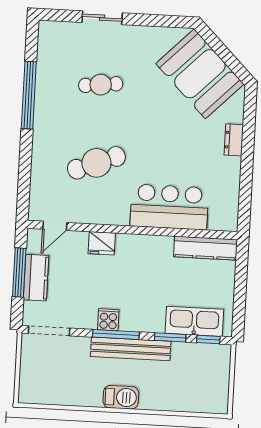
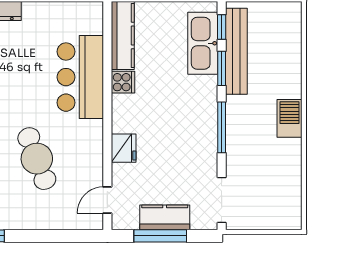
door: (55, 226) -> (107, 200), swing flipped
cooker: (108, 320) -> (123, 82), moved, turned 180
bench: (131, 349) -> (236, 51), moved

